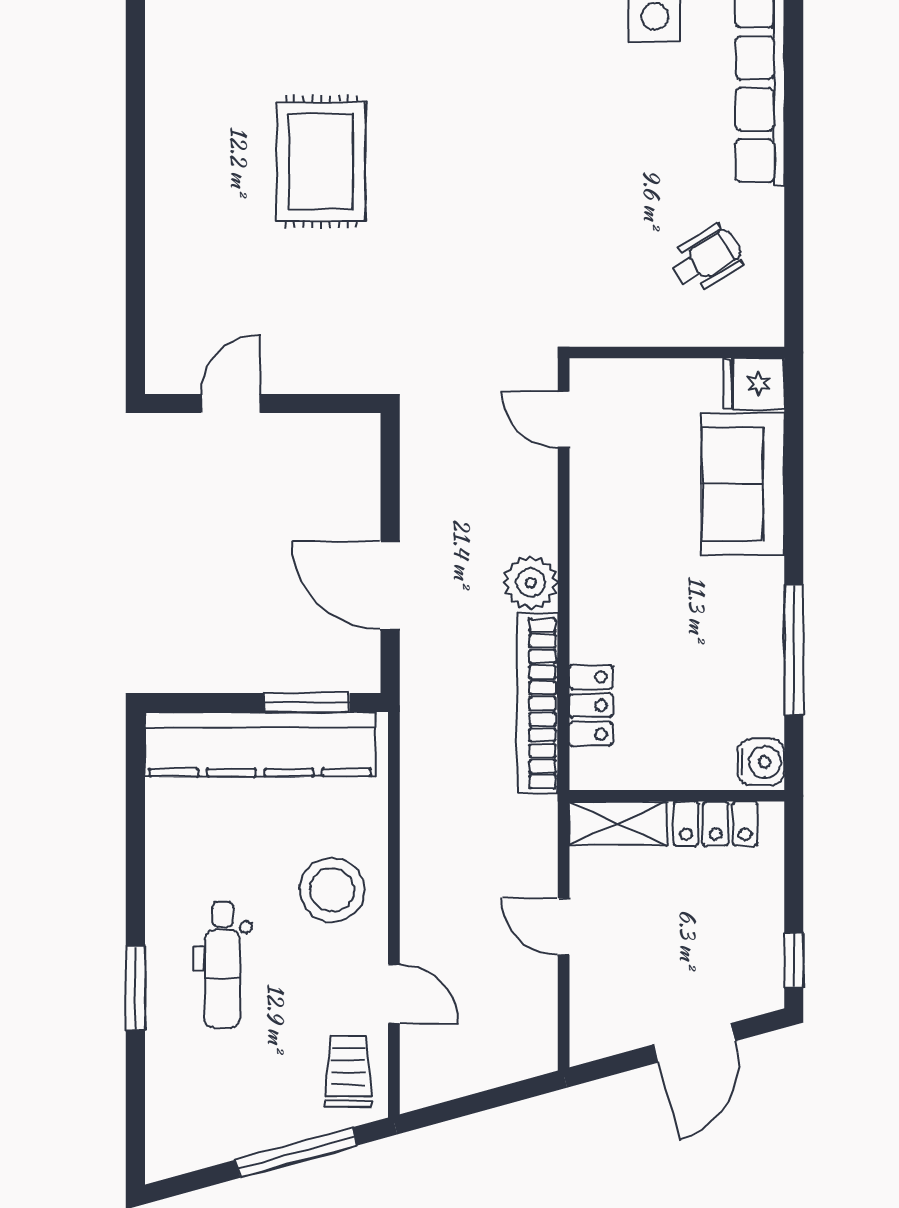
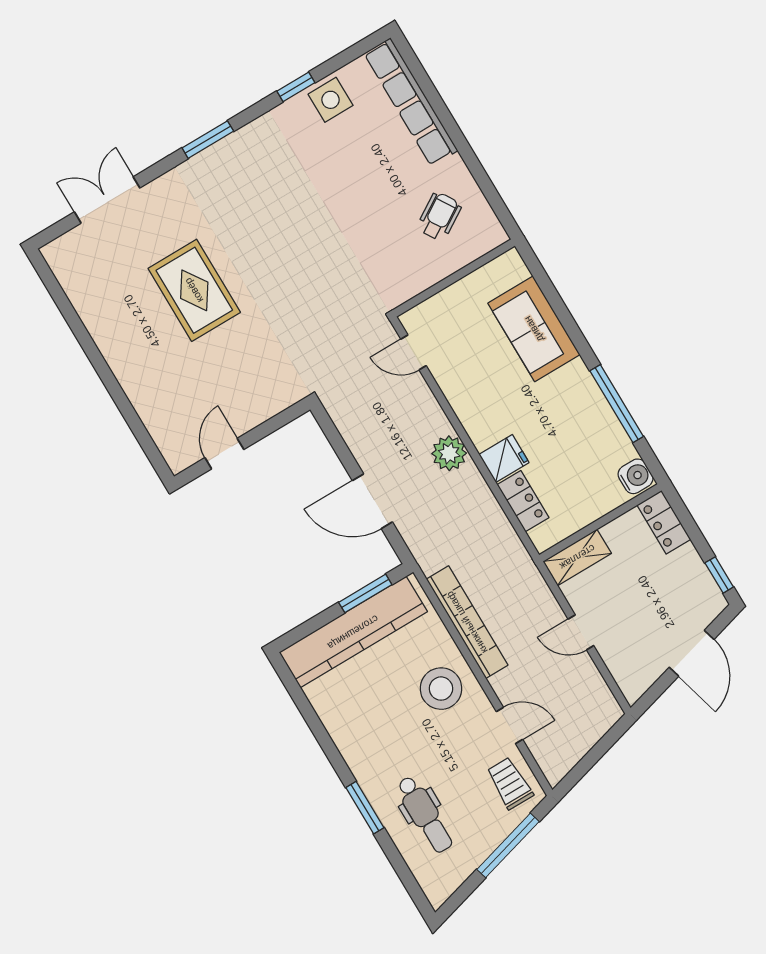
fridge: (754, 384) -> (504, 458), moved, turned 180
bookcase: (538, 704) -> (467, 622), moved, turned 180
locker: (716, 824) -> (664, 522), moved, turned 90
dental chair: (223, 965) -> (425, 814), moved

